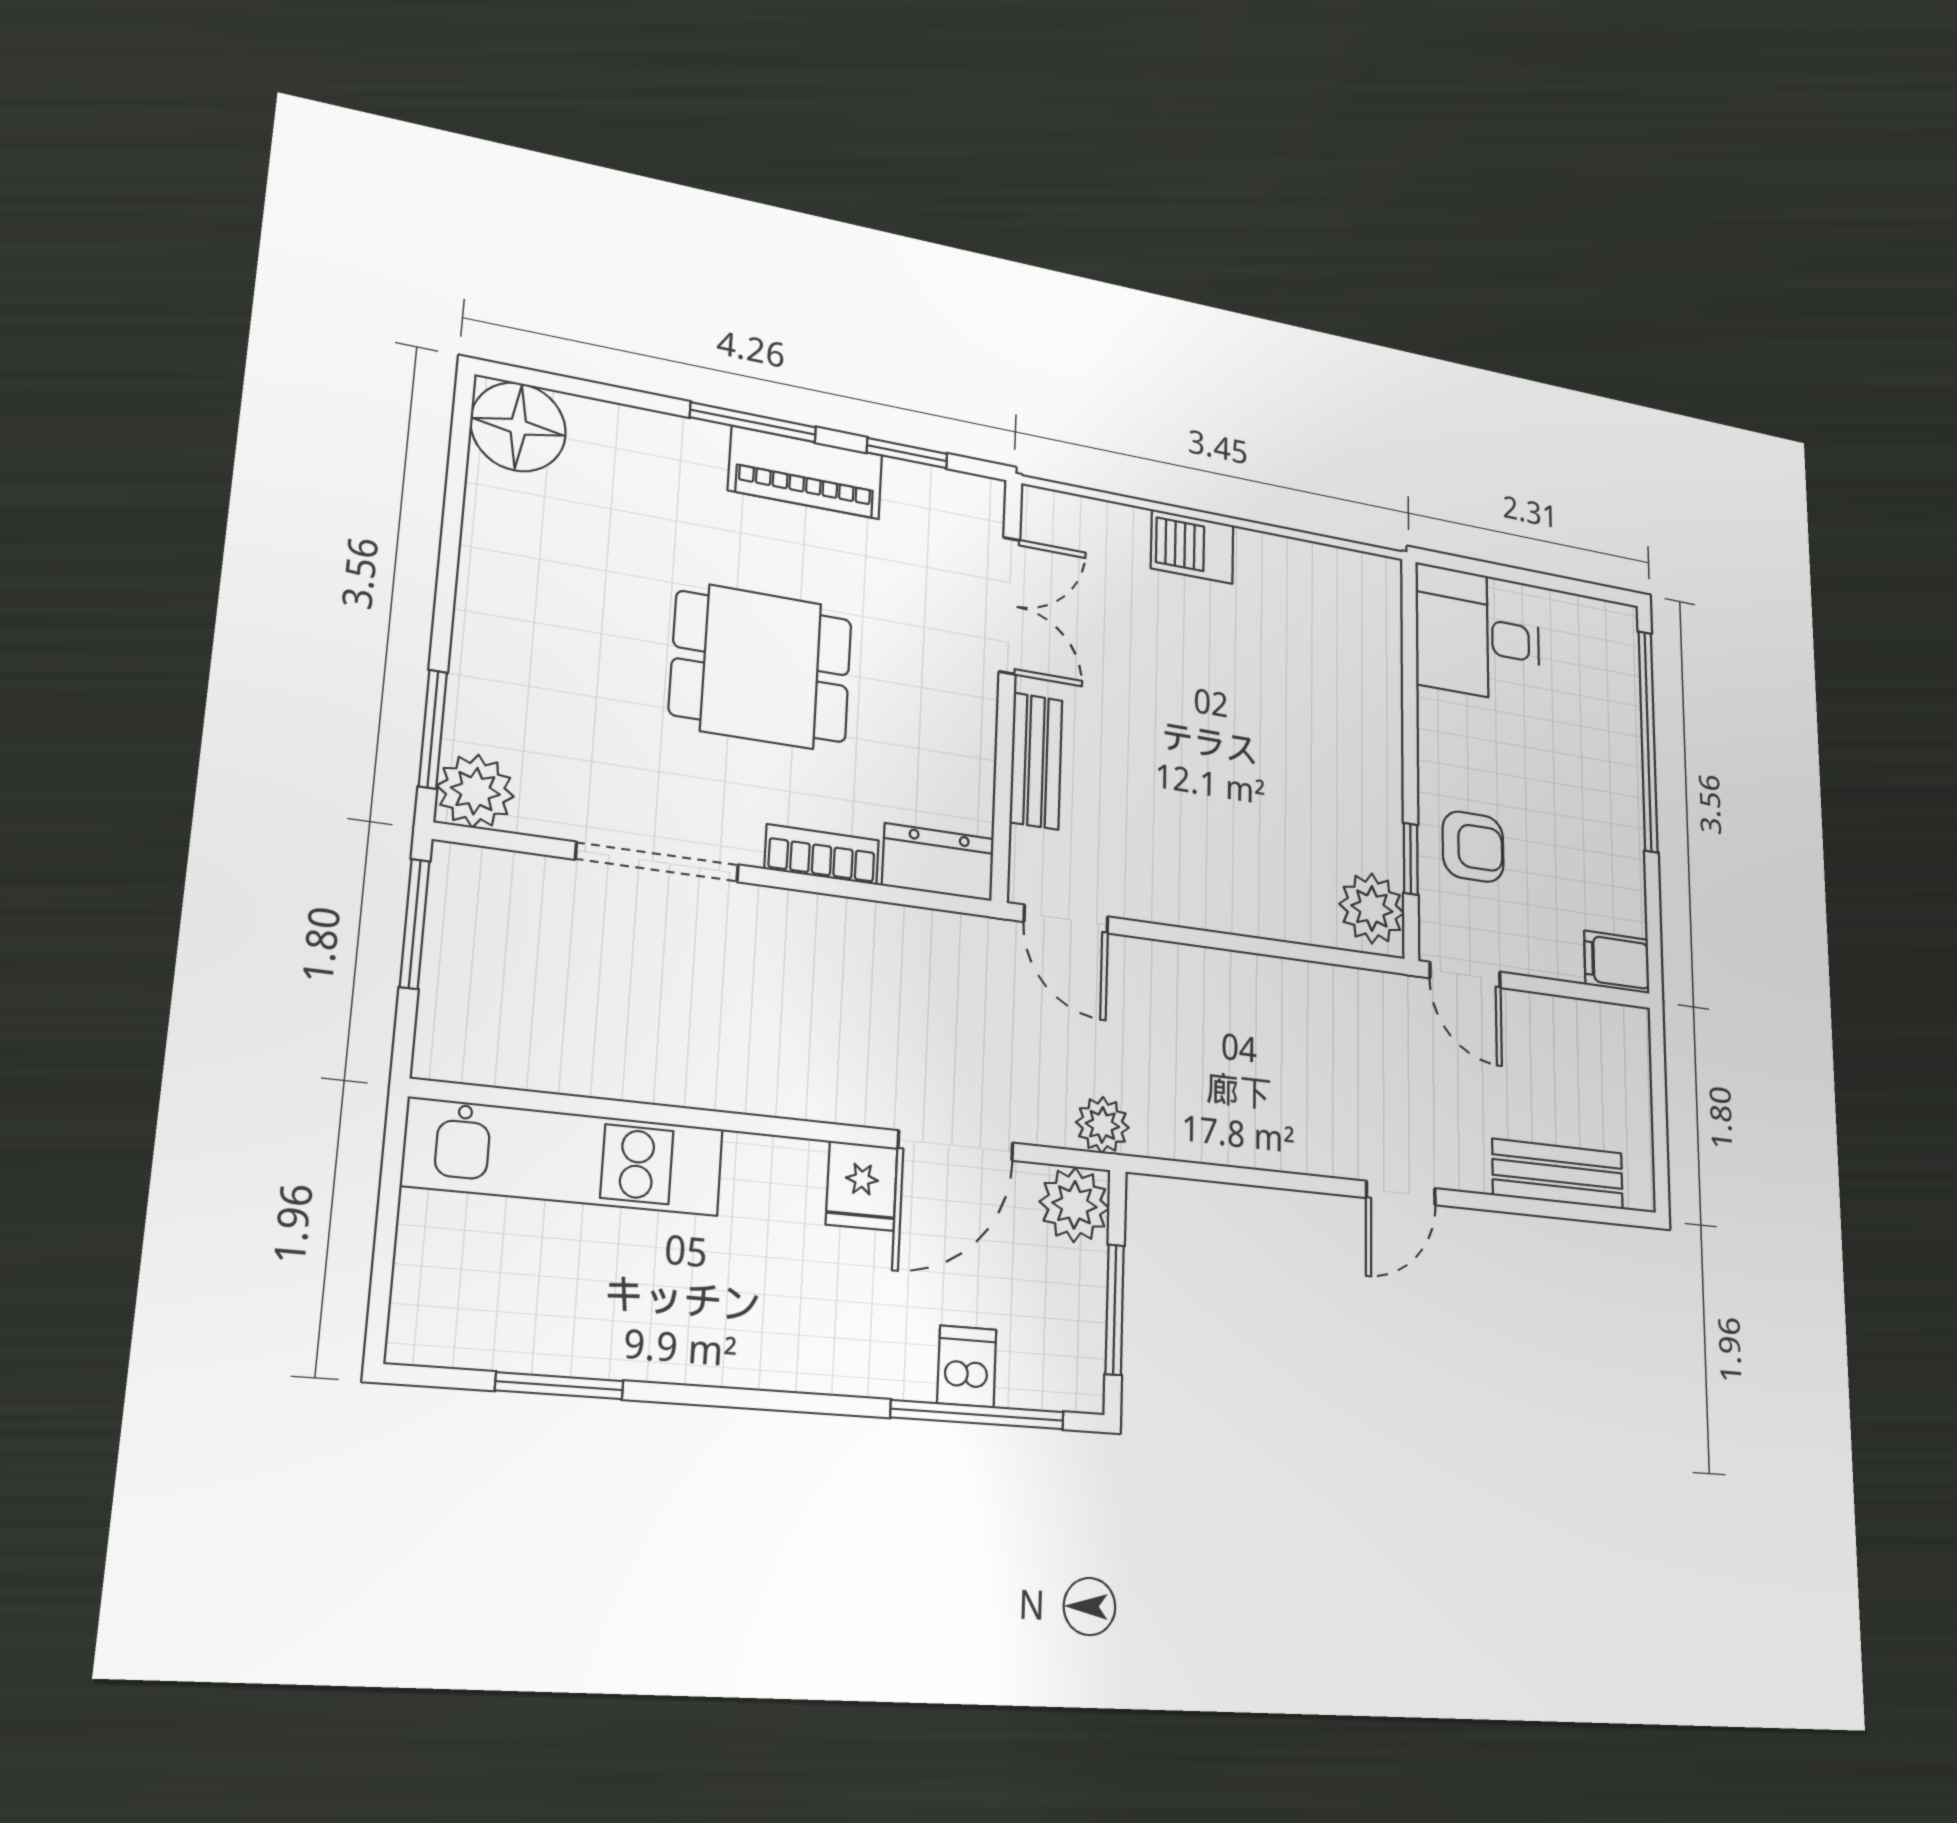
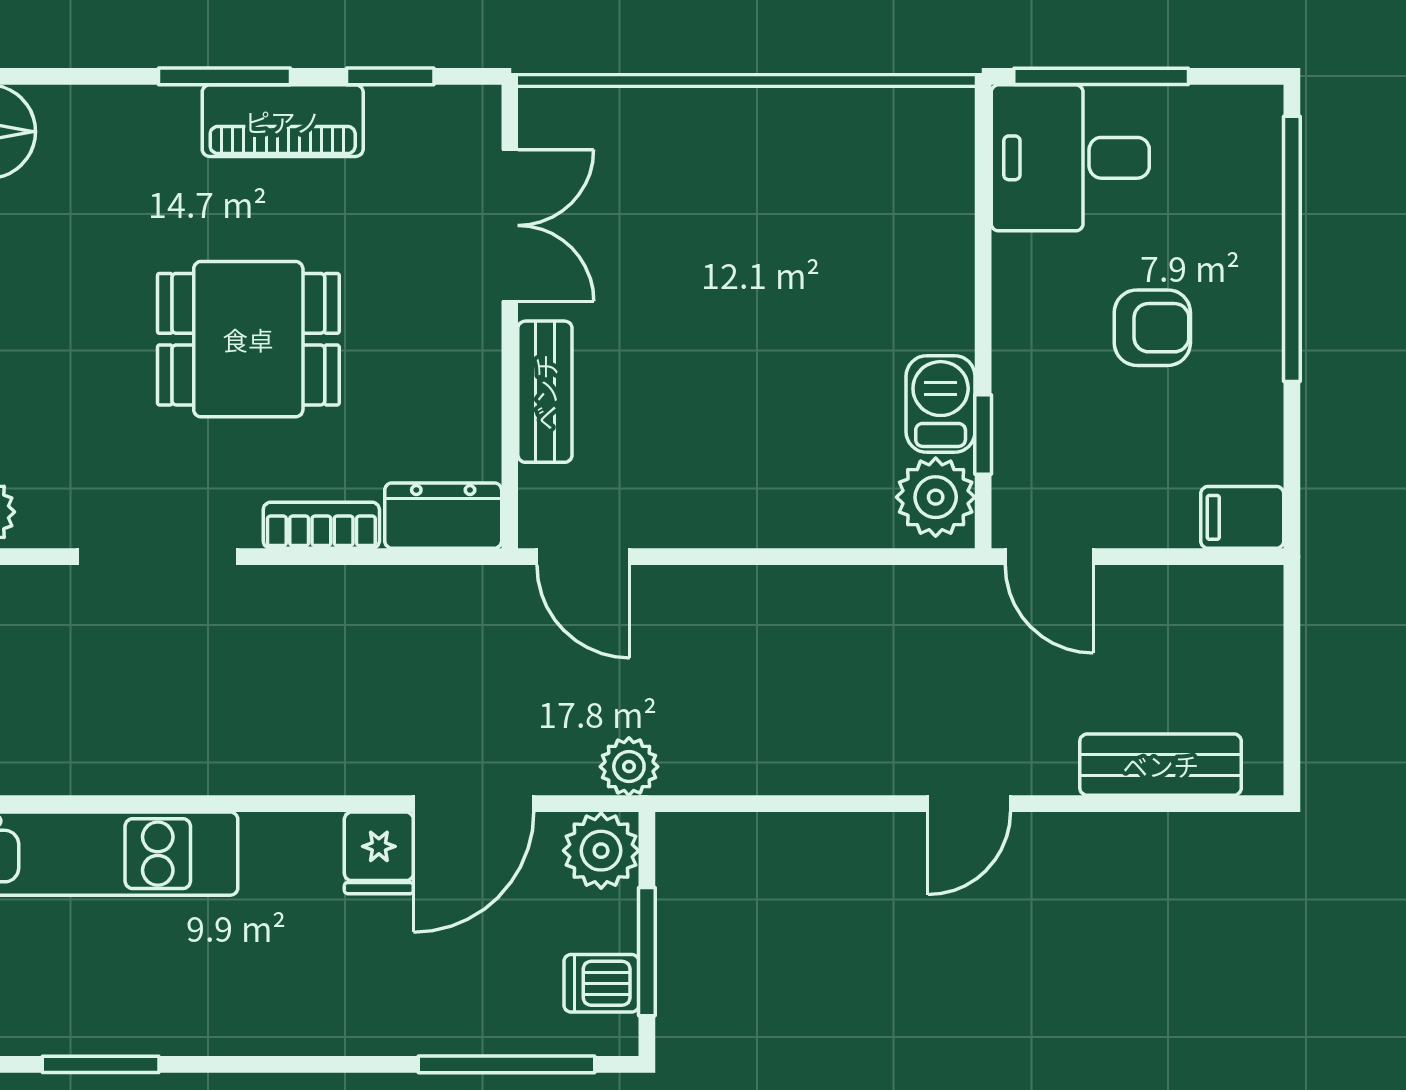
barbecue: (1192, 547) -> (941, 404), moved, turned 90
window: (1501, 572) -> (1101, 76), added
armchair: (1473, 847) -> (1152, 328), moved
dishwasher: (967, 1366) -> (601, 983), moved, turned -90

